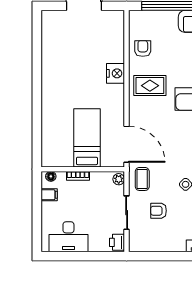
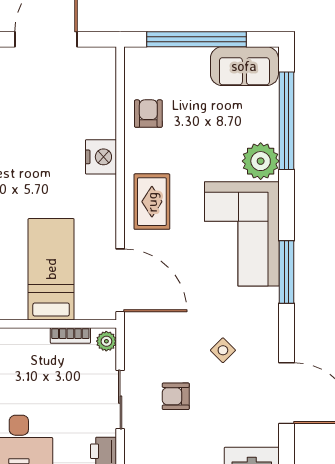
rug: (150, 86) -> (152, 202), moved, turned 90
bookcase: (78, 176) -> (70, 336), moved
coffee table: (142, 179) -> (147, 341), removed

